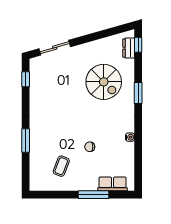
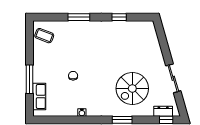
sliding door: (55, 48) -> (173, 78), moved
window: (26, 79) -> (119, 17), moved
coffee table: (61, 166) -> (44, 36), moved

